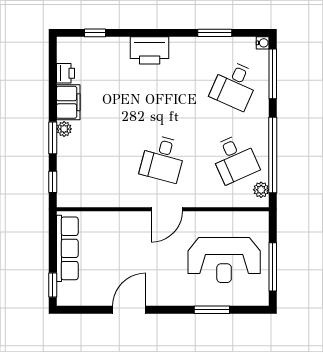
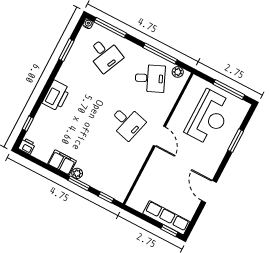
printer: (65, 73) -> (27, 146), moved
window: (273, 155) -> (160, 54), width x0.68
row of seats: (67, 248) -> (166, 218), moved

